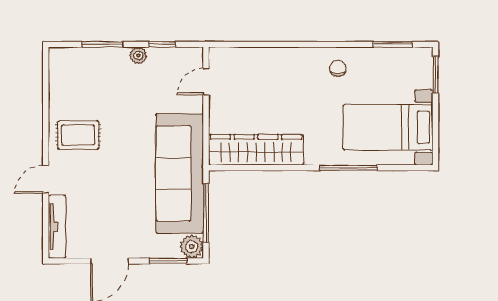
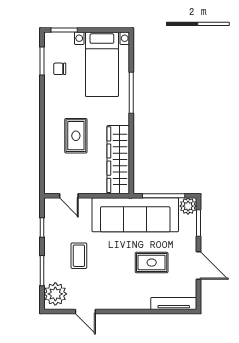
plant: (138, 55) -> (55, 294), moved, width x1.87, depth x1.87
chair: (338, 68) -> (60, 69), moved
rug: (289, 91) -> (76, 136), added
coffee table: (123, 95) -> (79, 256), added
rug: (78, 135) -> (152, 263), moved, turned 90
door: (46, 179) -> (85, 312), moved

